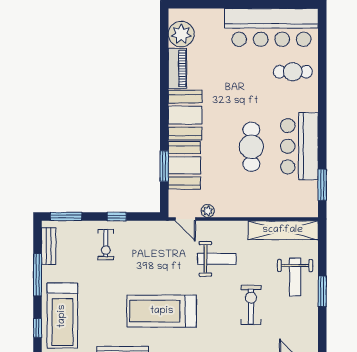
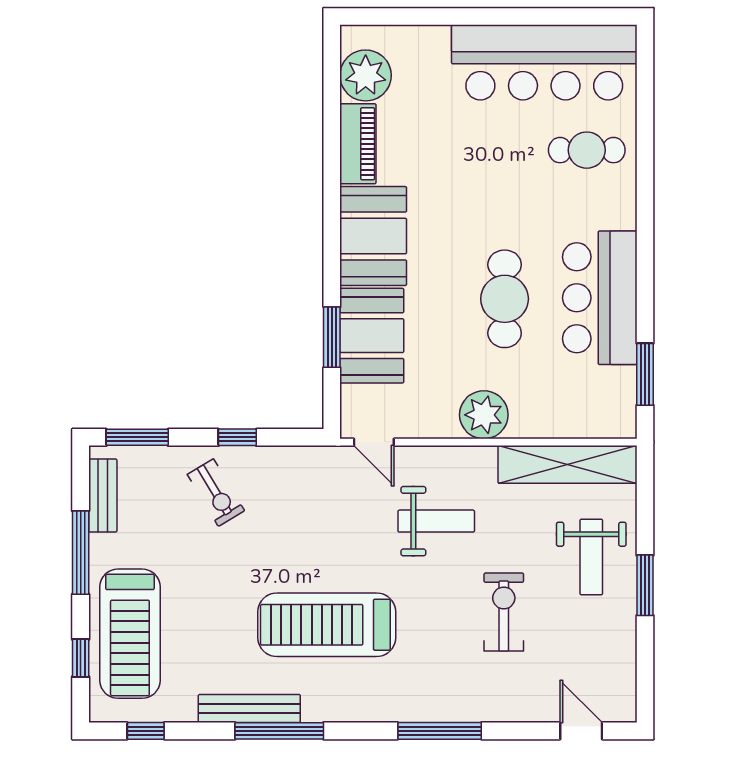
plant: (208, 211) -> (484, 415), moved, width x1.88, depth x1.88
exercise bike: (106, 244) -> (216, 493), turned -31

